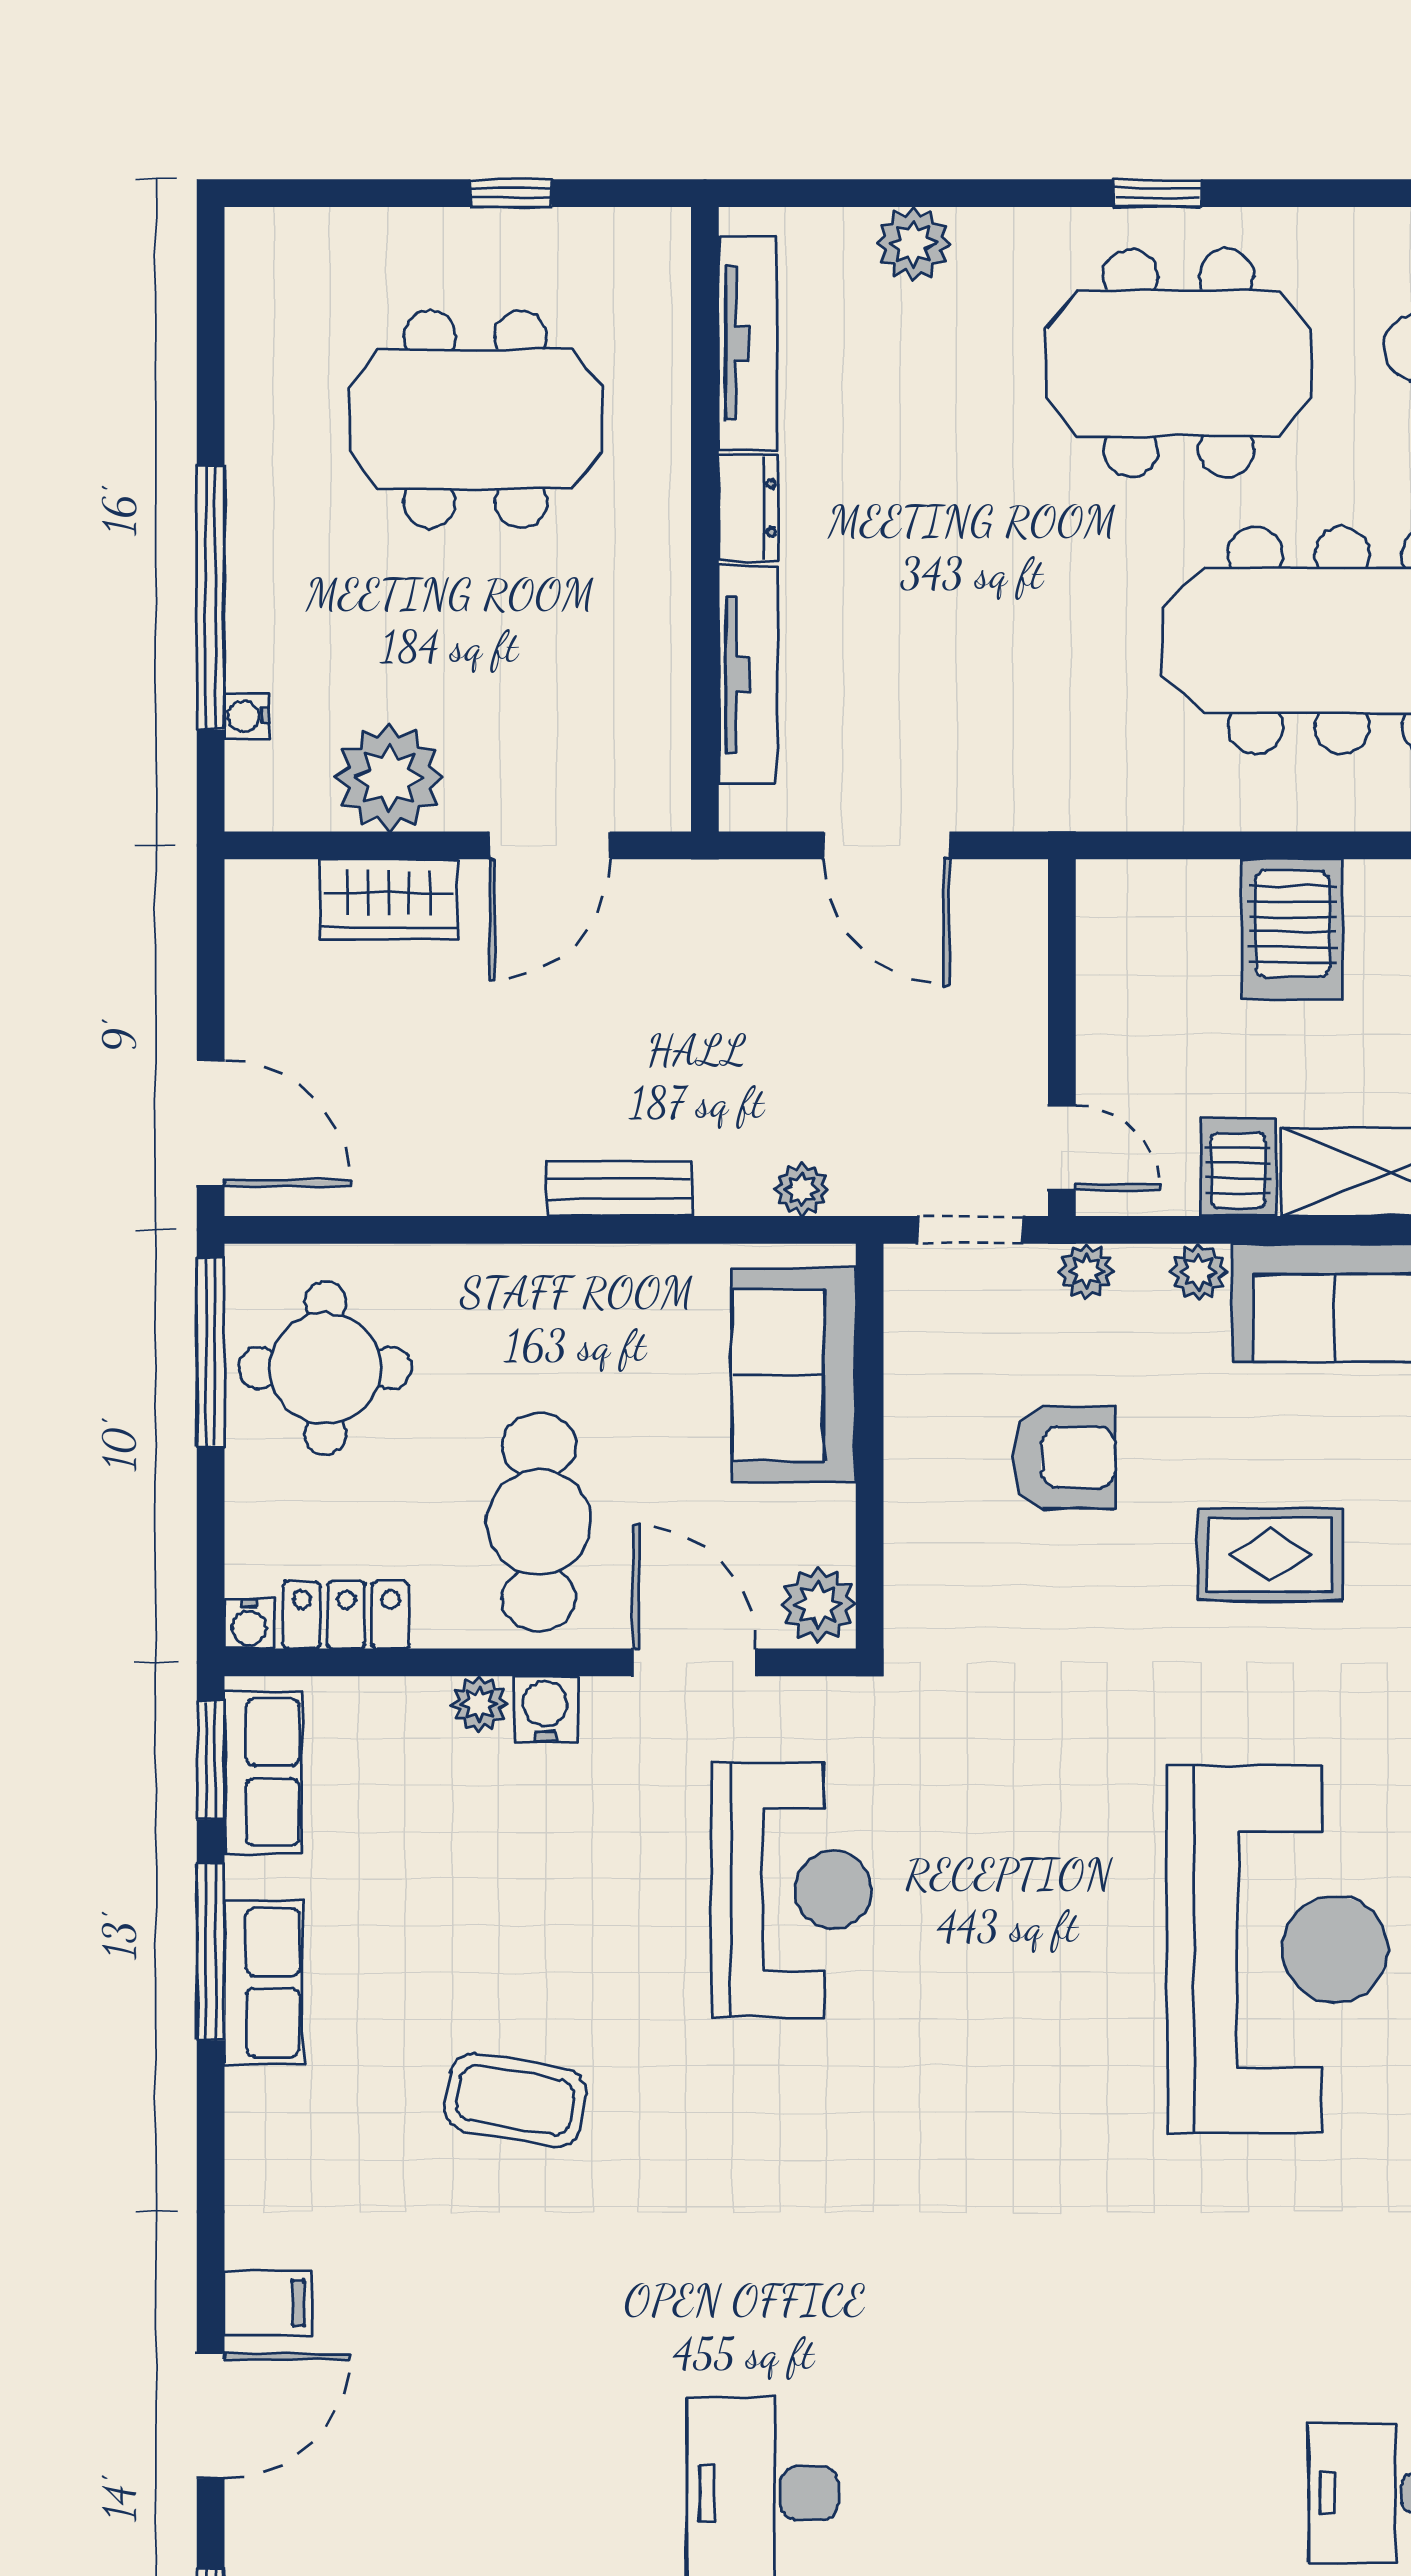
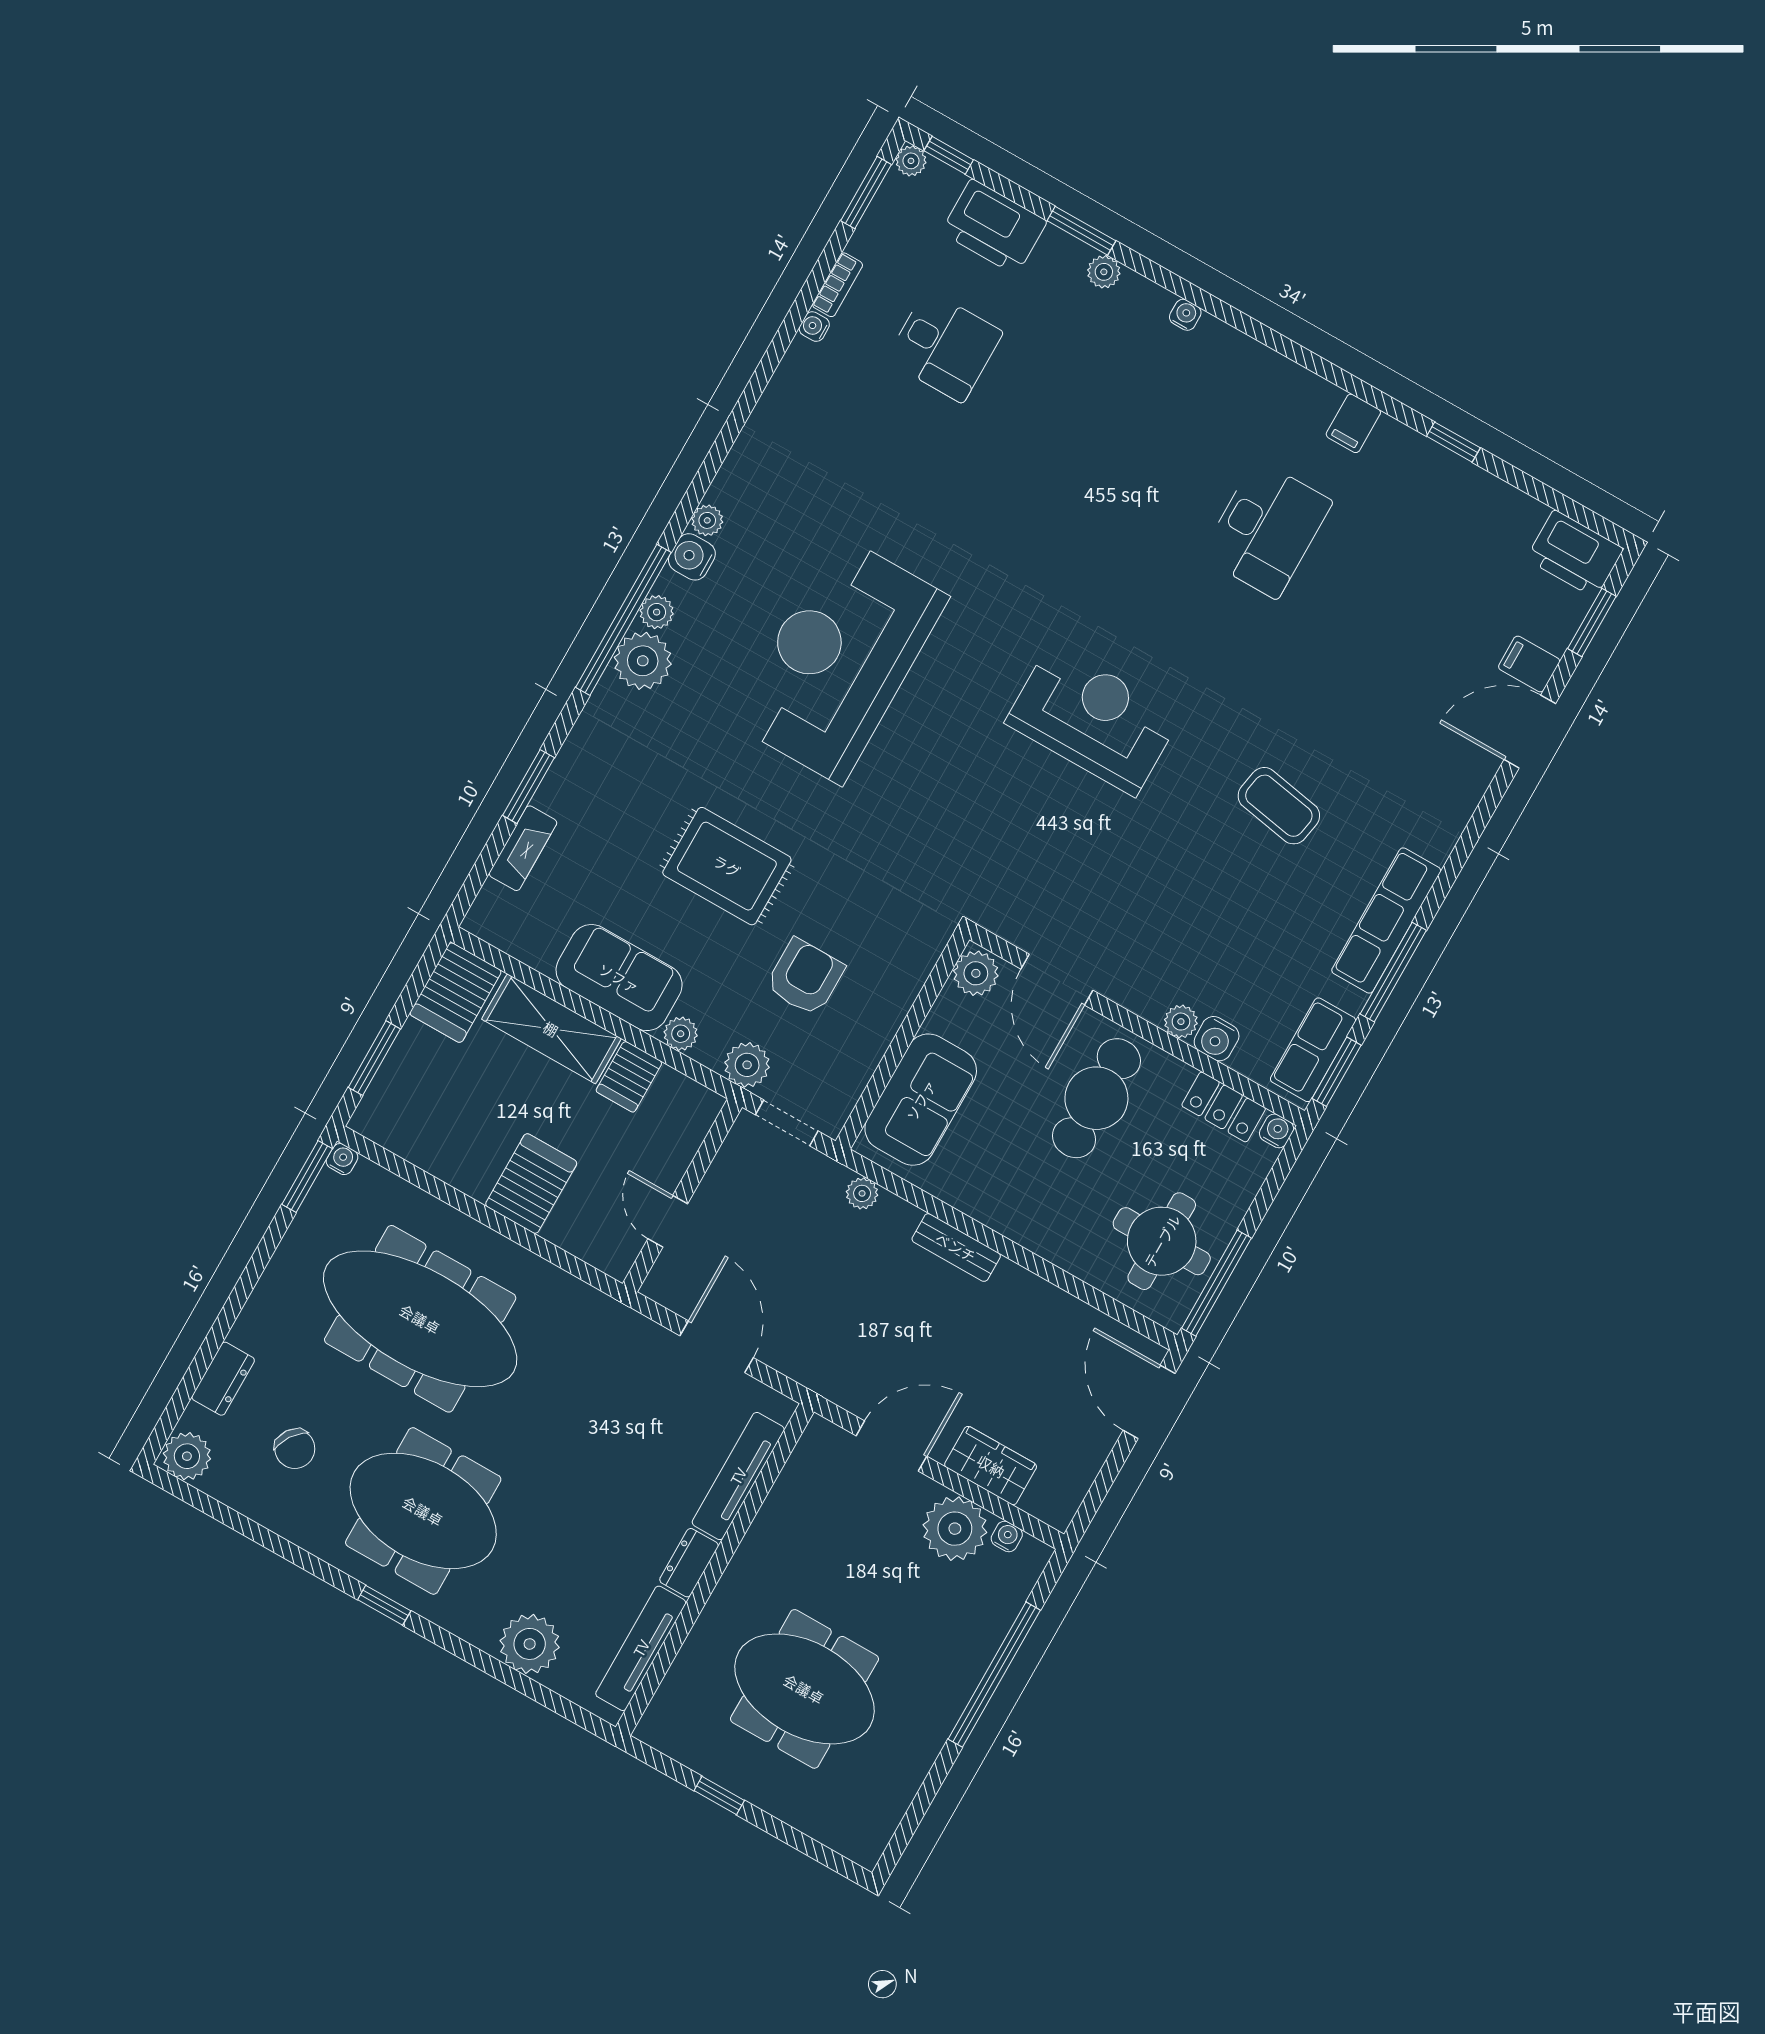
plant: (913, 244) -> (530, 1644), width x1.36, depth x1.36
water cooler: (247, 716) -> (1007, 1536), moved, turned -90
door: (1062, 1148) -> (668, 1221), moved
plant: (1086, 1271) -> (747, 1065), width x1.38, depth x1.38
armchair: (1064, 1458) -> (805, 977), turned 90
rug: (1270, 1555) -> (727, 866), width x1.36, depth x1.43
water cooler: (545, 1709) -> (1217, 1039), moved
reception desk: (792, 1890) -> (1093, 719), moved, turned 90
row of seats: (263, 1982) -> (1386, 921), width x1.48
filing cabinet: (268, 2303) -> (1529, 664), moved

